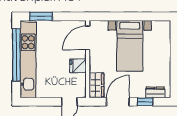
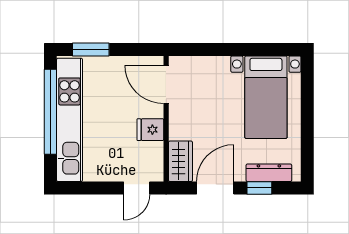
door: (88, 38) -> (166, 84), hinge flipped
bed with nightstands: (130, 46) -> (266, 97), moved
dresser: (155, 92) -> (269, 173), width x1.44

